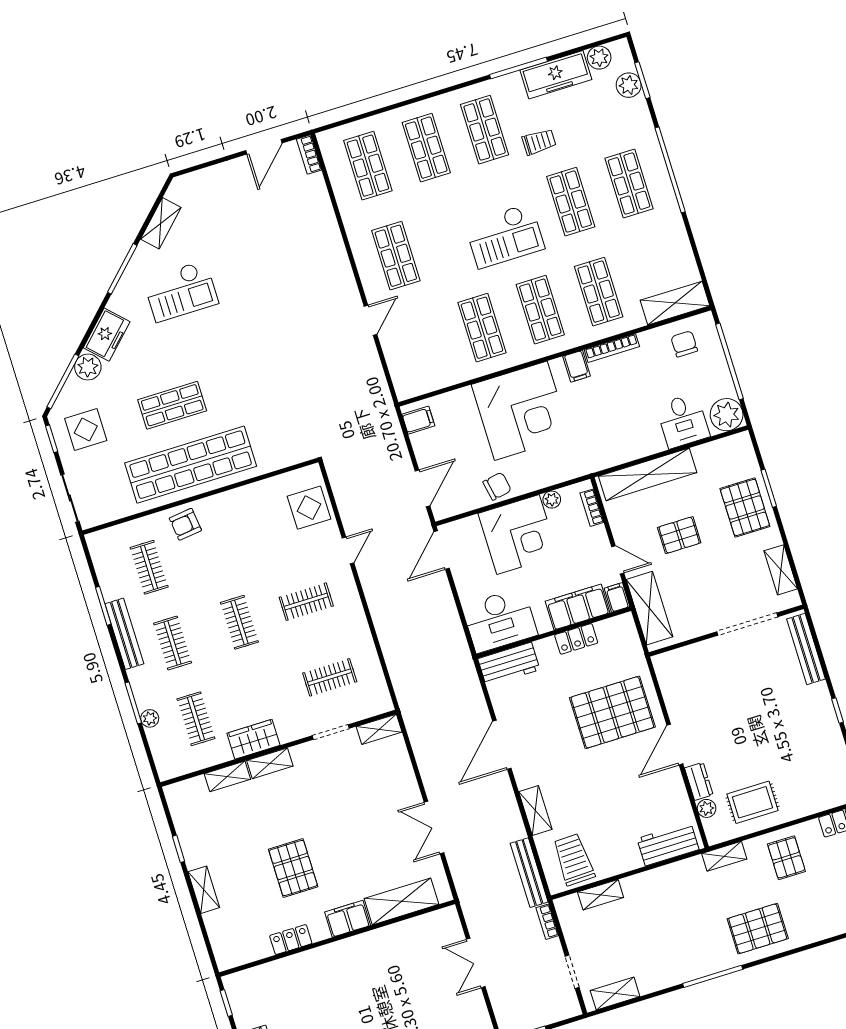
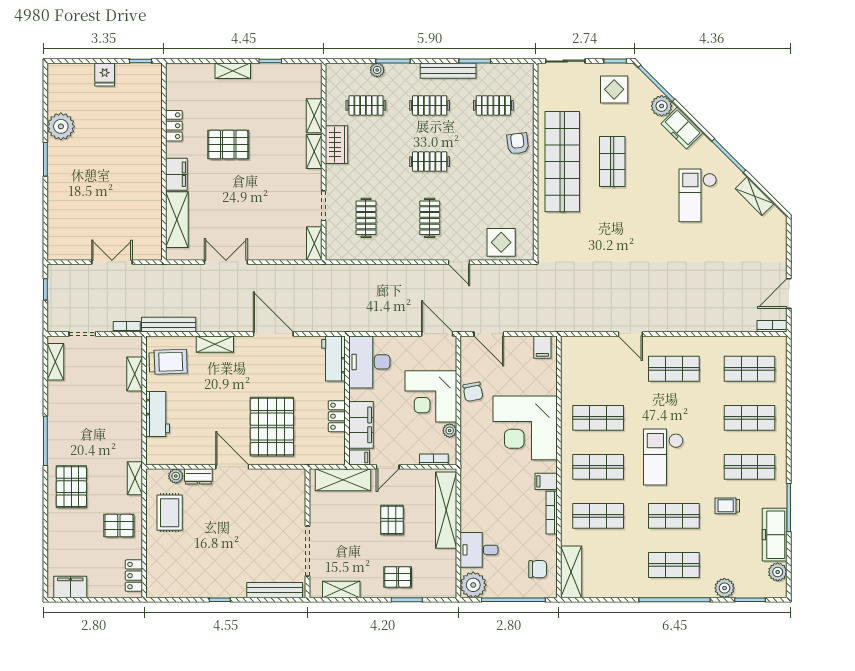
plant: (629, 85) -> (724, 588), moved
trolley: (539, 142) -> (727, 506), turned 90
door: (264, 147) -> (789, 293), hinge flipped
pallet: (745, 507) -> (398, 577), width x0.67, depth x0.71
workbench: (668, 844) -> (158, 414), moved

